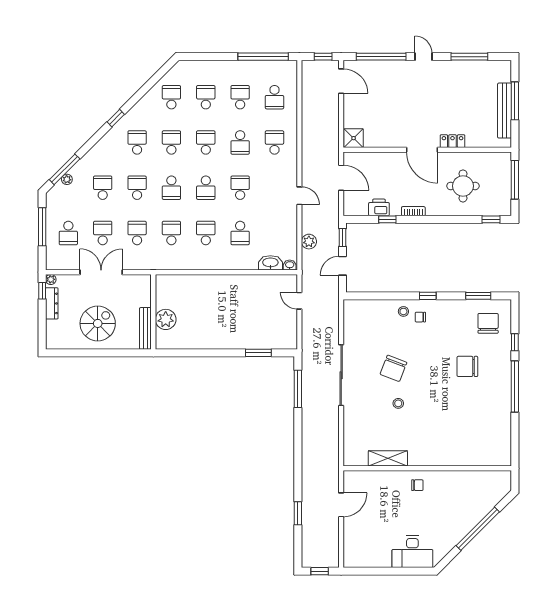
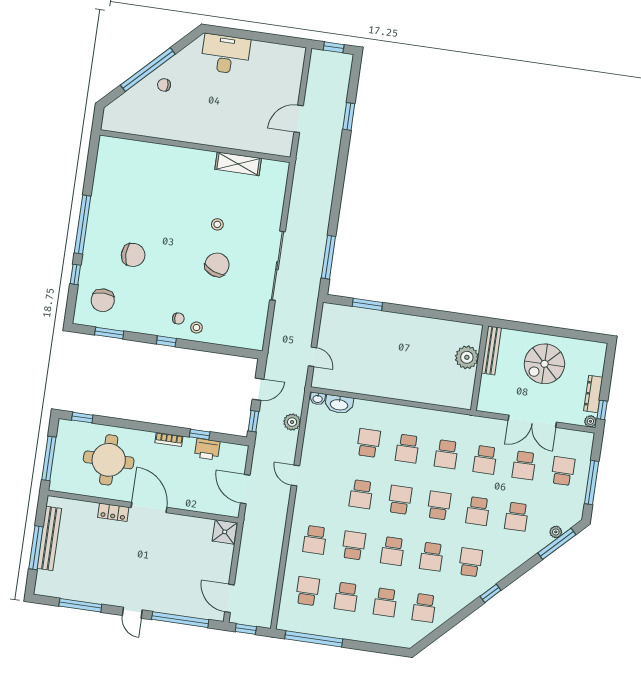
school desk: (137, 142) -> (470, 562), turned 180
round table: (463, 186) -> (109, 460), width x1.36, depth x1.36
chair: (417, 485) -> (164, 85), moved

